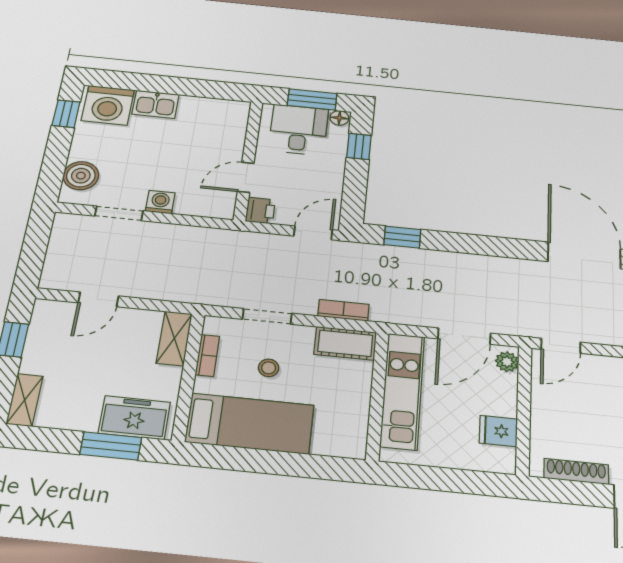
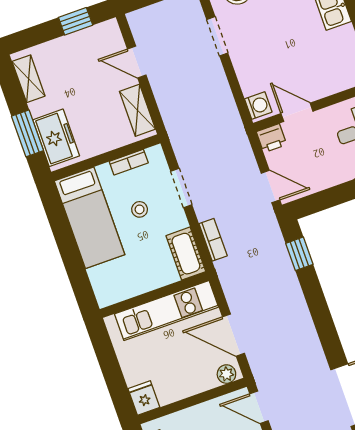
washing machine: (160, 202) -> (258, 106), moved
shelving: (174, 338) -> (137, 110), moved, turned 90
shelving: (25, 400) -> (29, 79), moved, turned 90
fridge: (498, 431) -> (144, 398), moved

